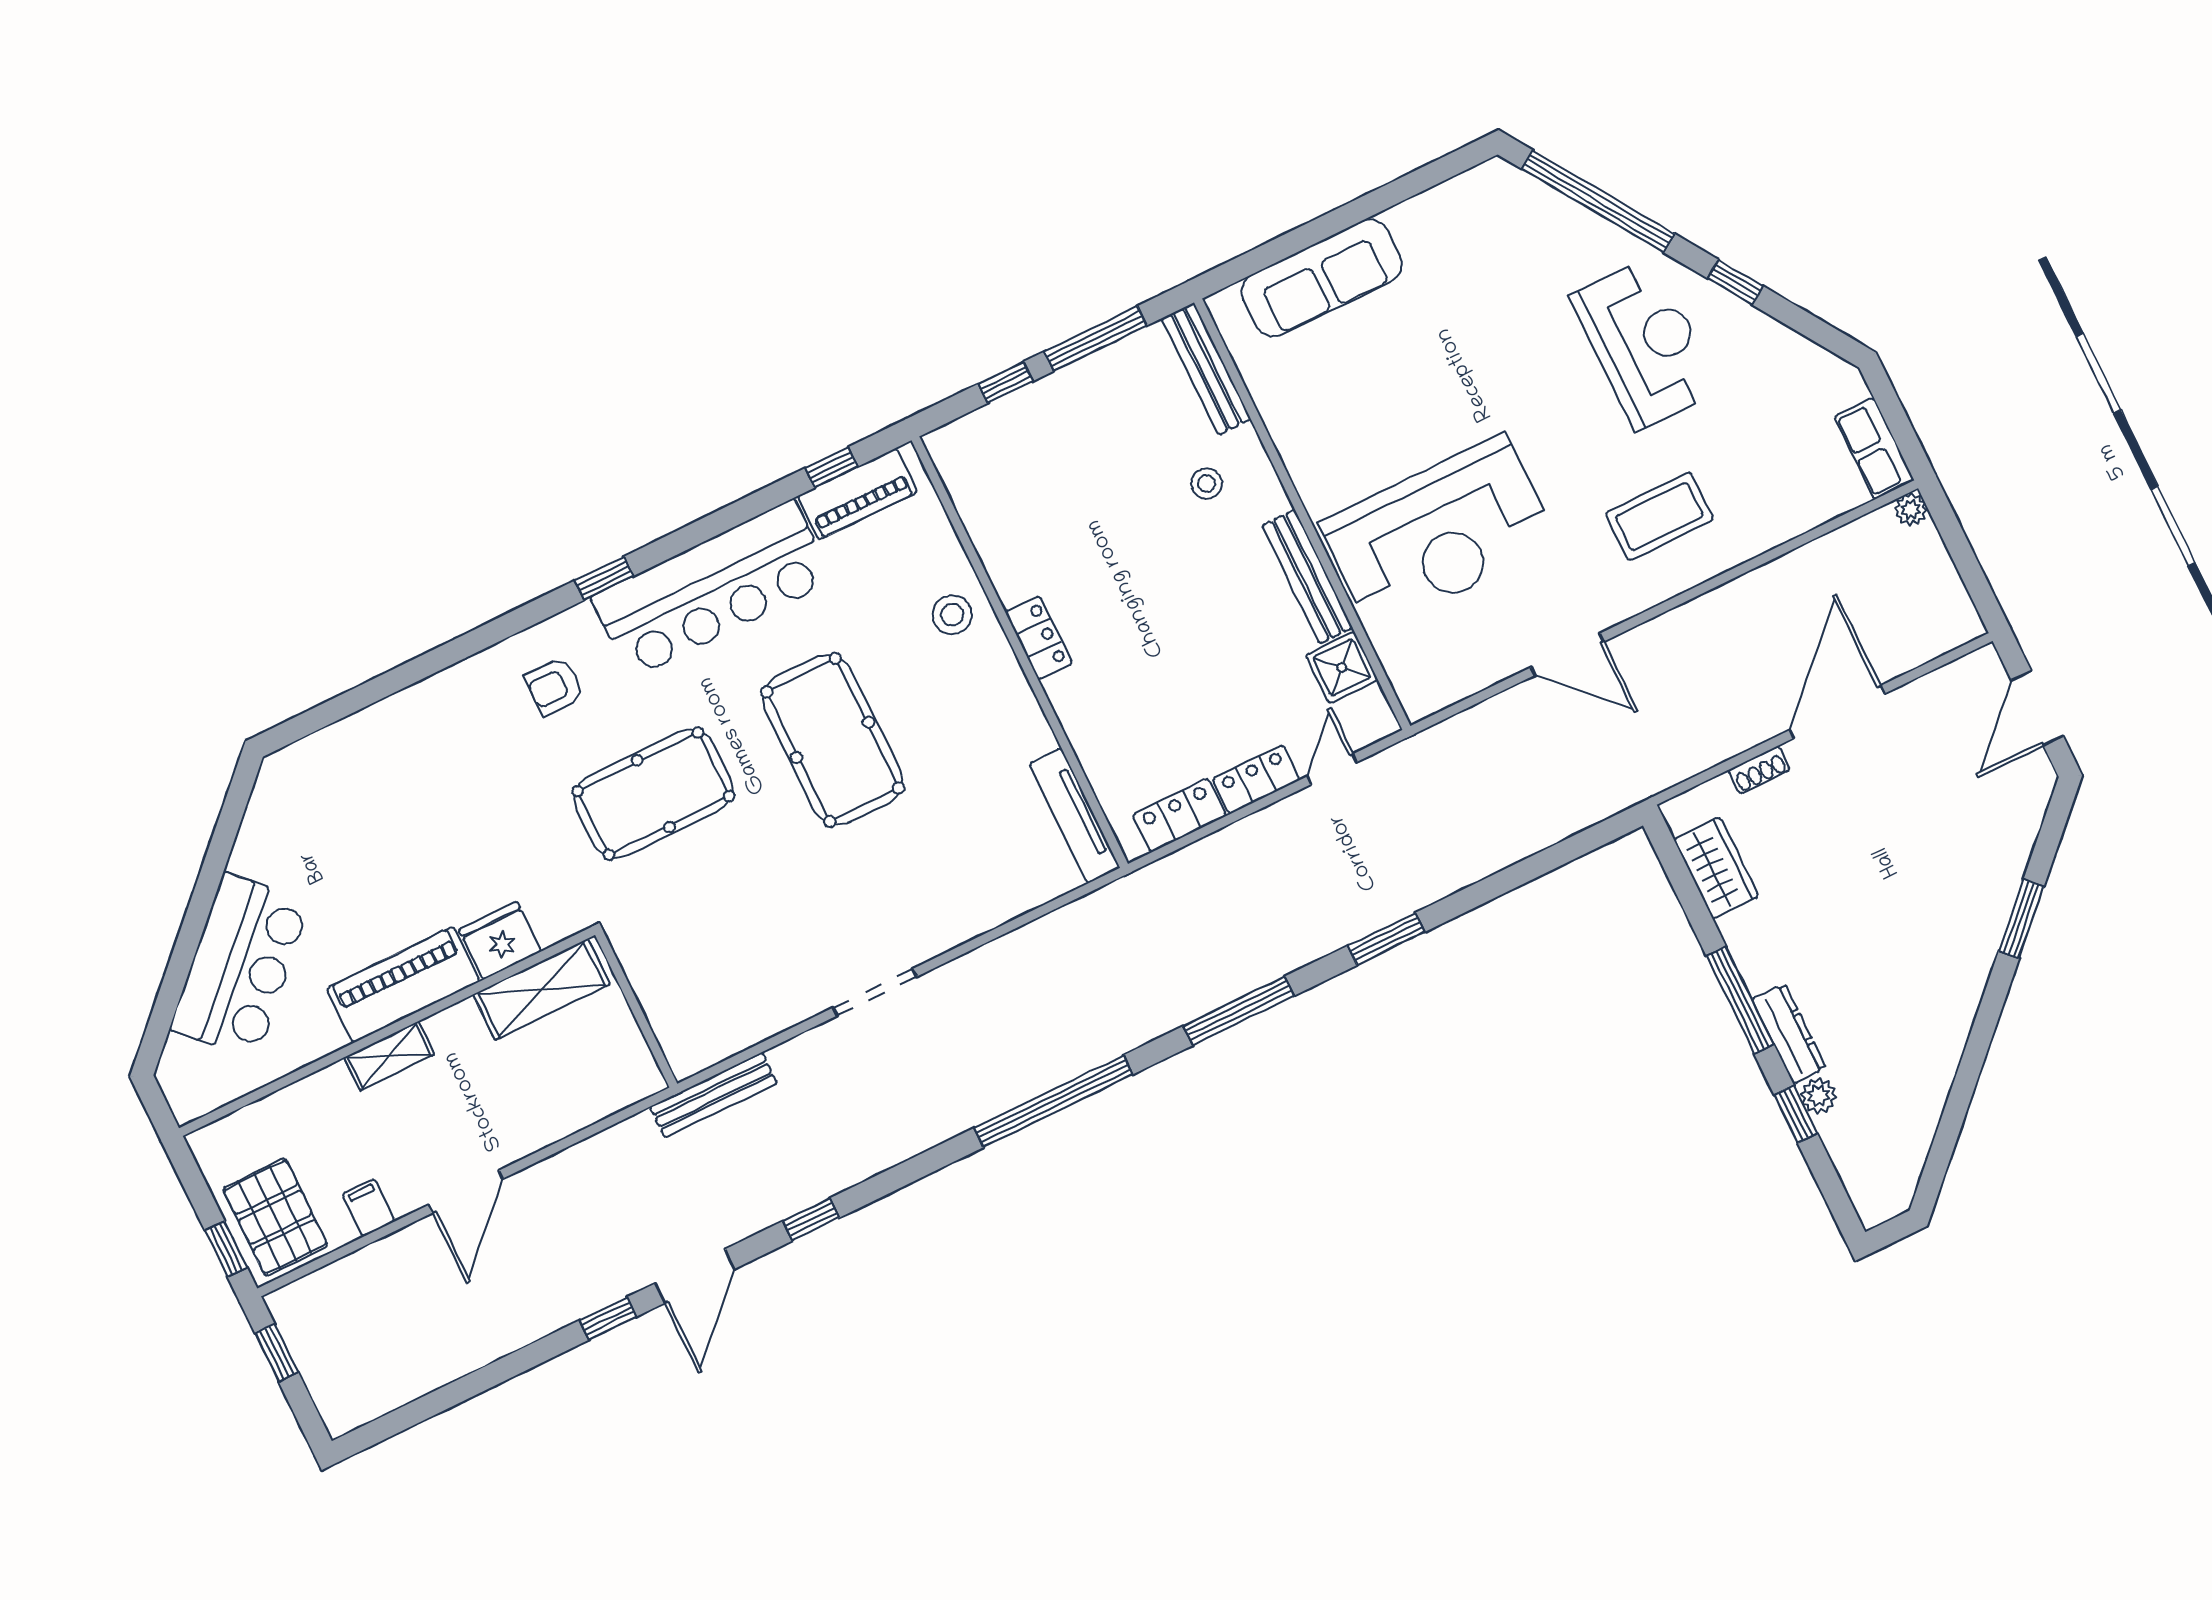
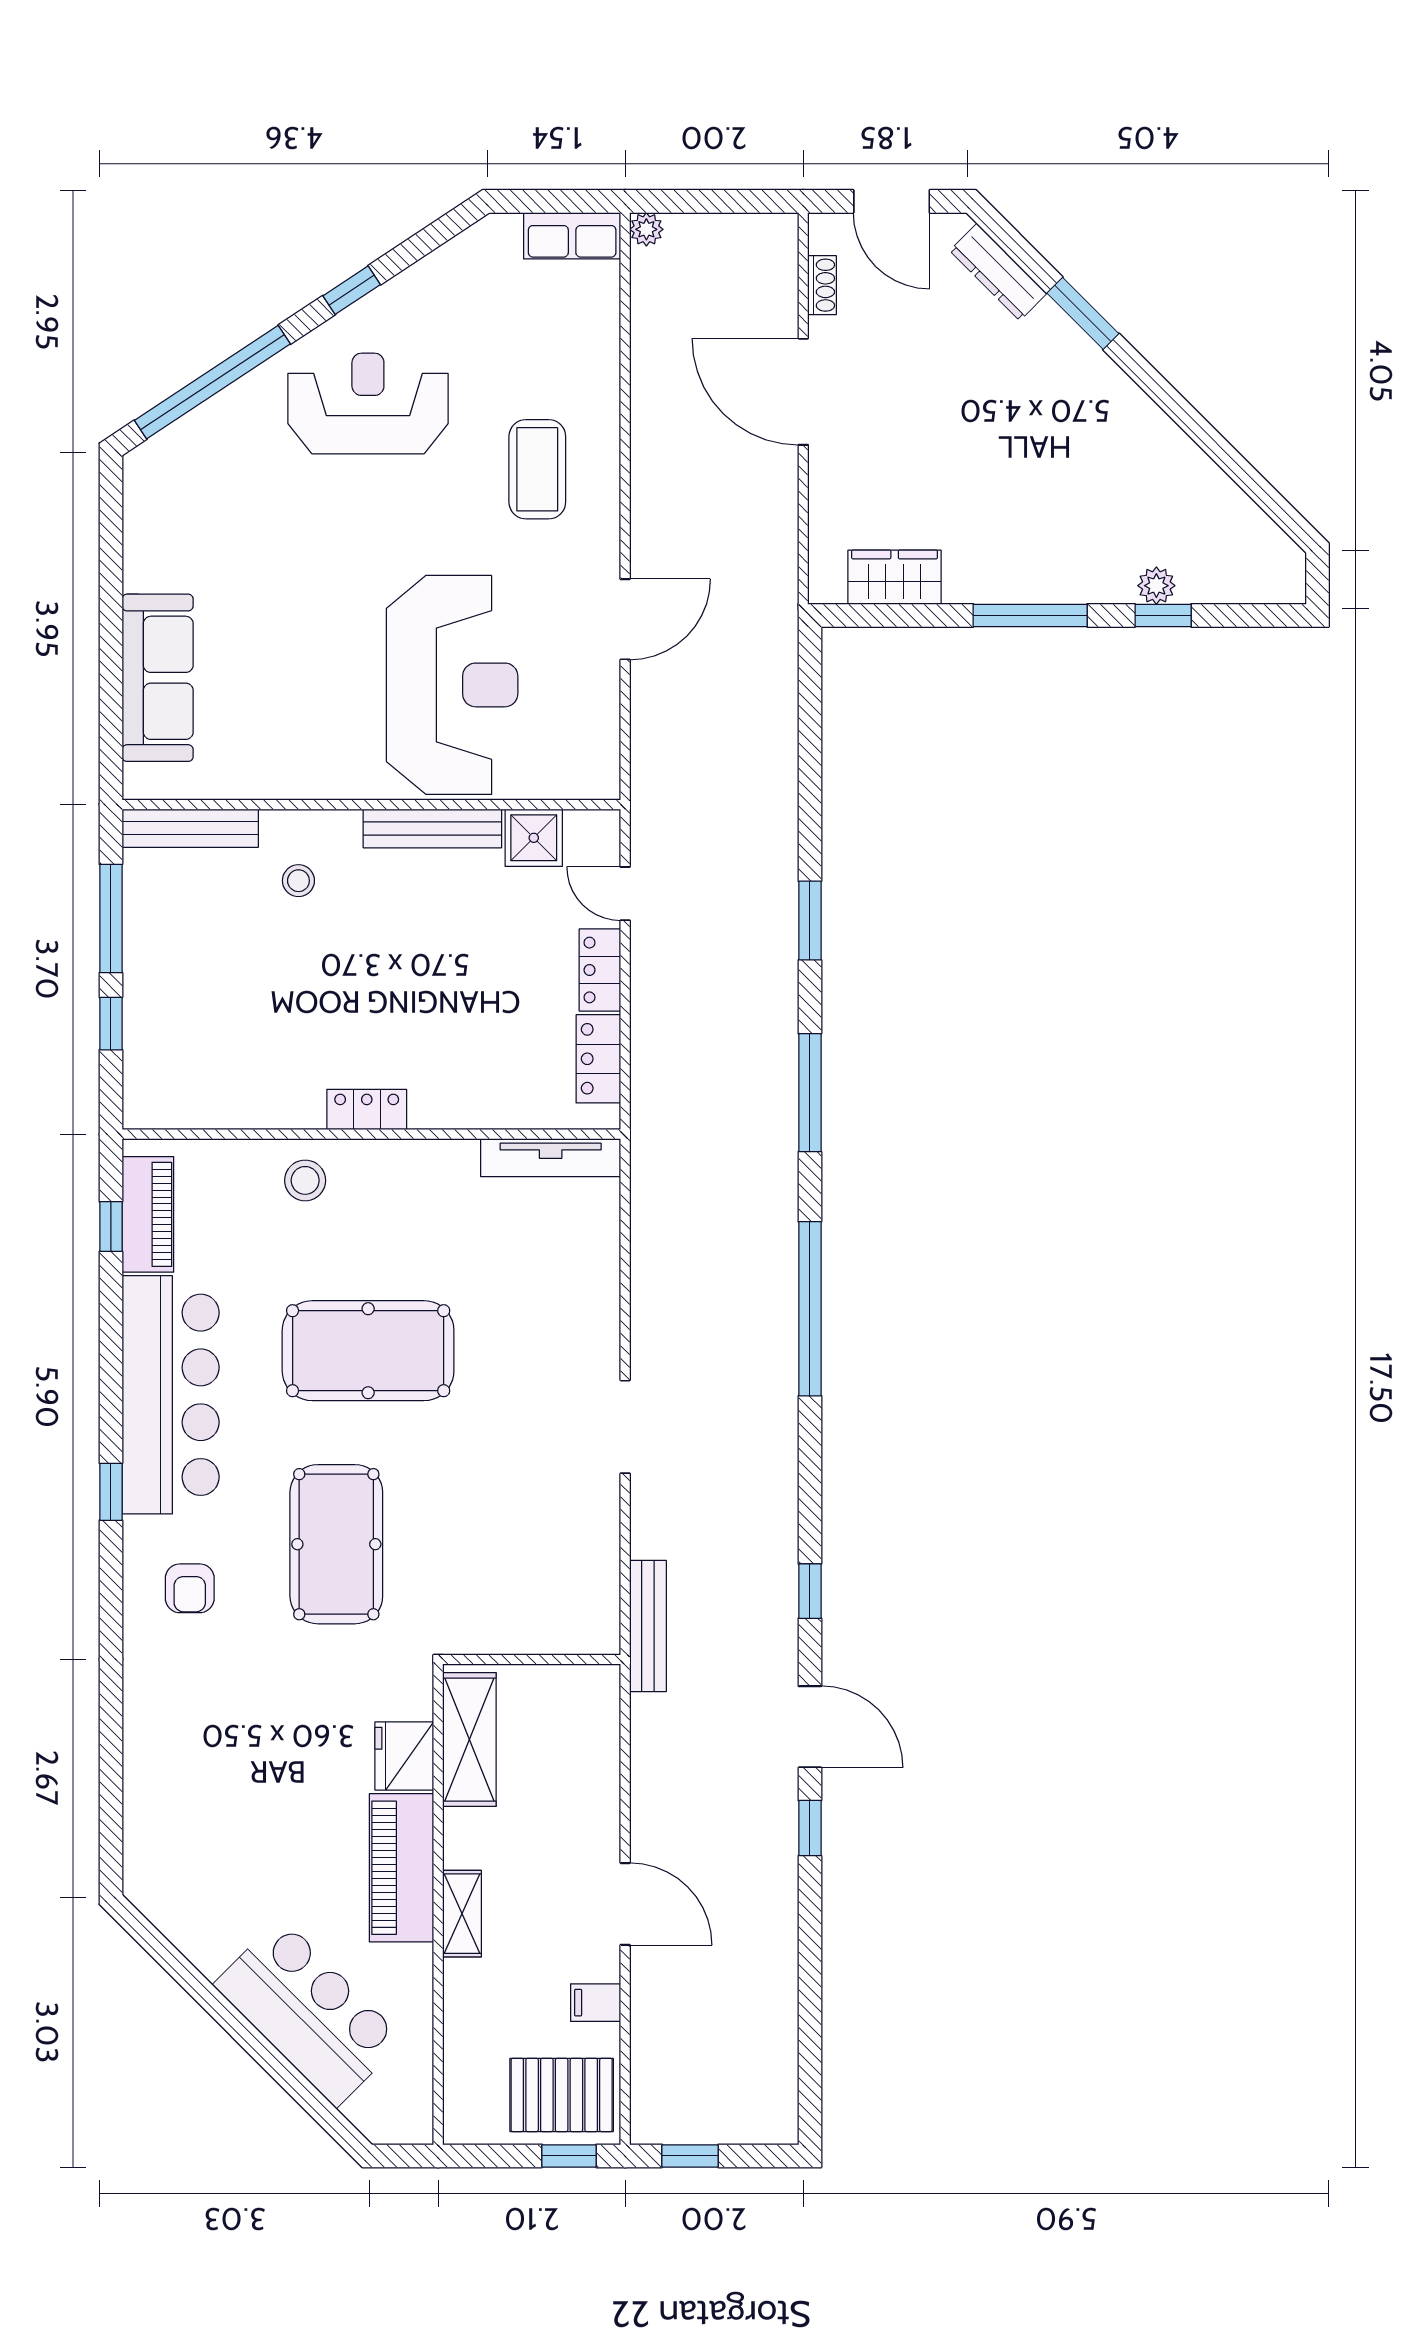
shoe rack: (1759, 770) -> (822, 285), moved
dresser: (1789, 1034) -> (998, 272), moved, turned -135

